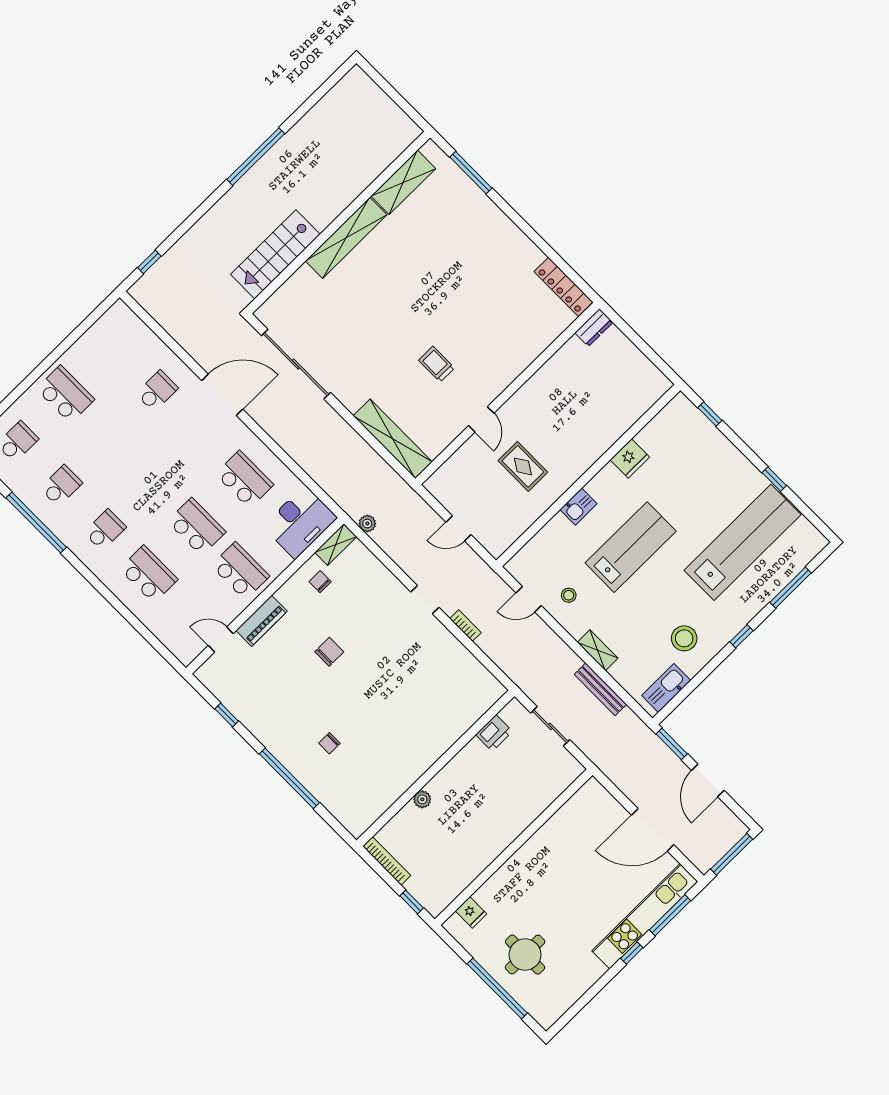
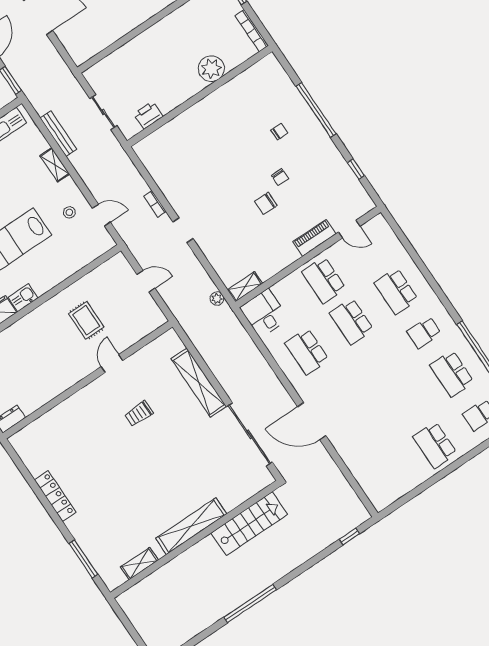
shelving: (403, 182) -> (139, 564), width x0.67, depth x0.75
locker: (563, 287) -> (55, 496), moved
trolley: (437, 364) -> (139, 414), turned 90
school desk: (157, 391) -> (362, 434), removed
shelving: (393, 439) -> (199, 383), moved
school desk: (61, 486) -> (452, 374), width x1.85
kitchen sink: (578, 507) -> (23, 298), moved
desk: (300, 522) -> (264, 313), width x0.73
chair: (320, 582) -> (280, 177), moved
plant: (422, 799) -> (211, 69), width x1.88, depth x1.88

